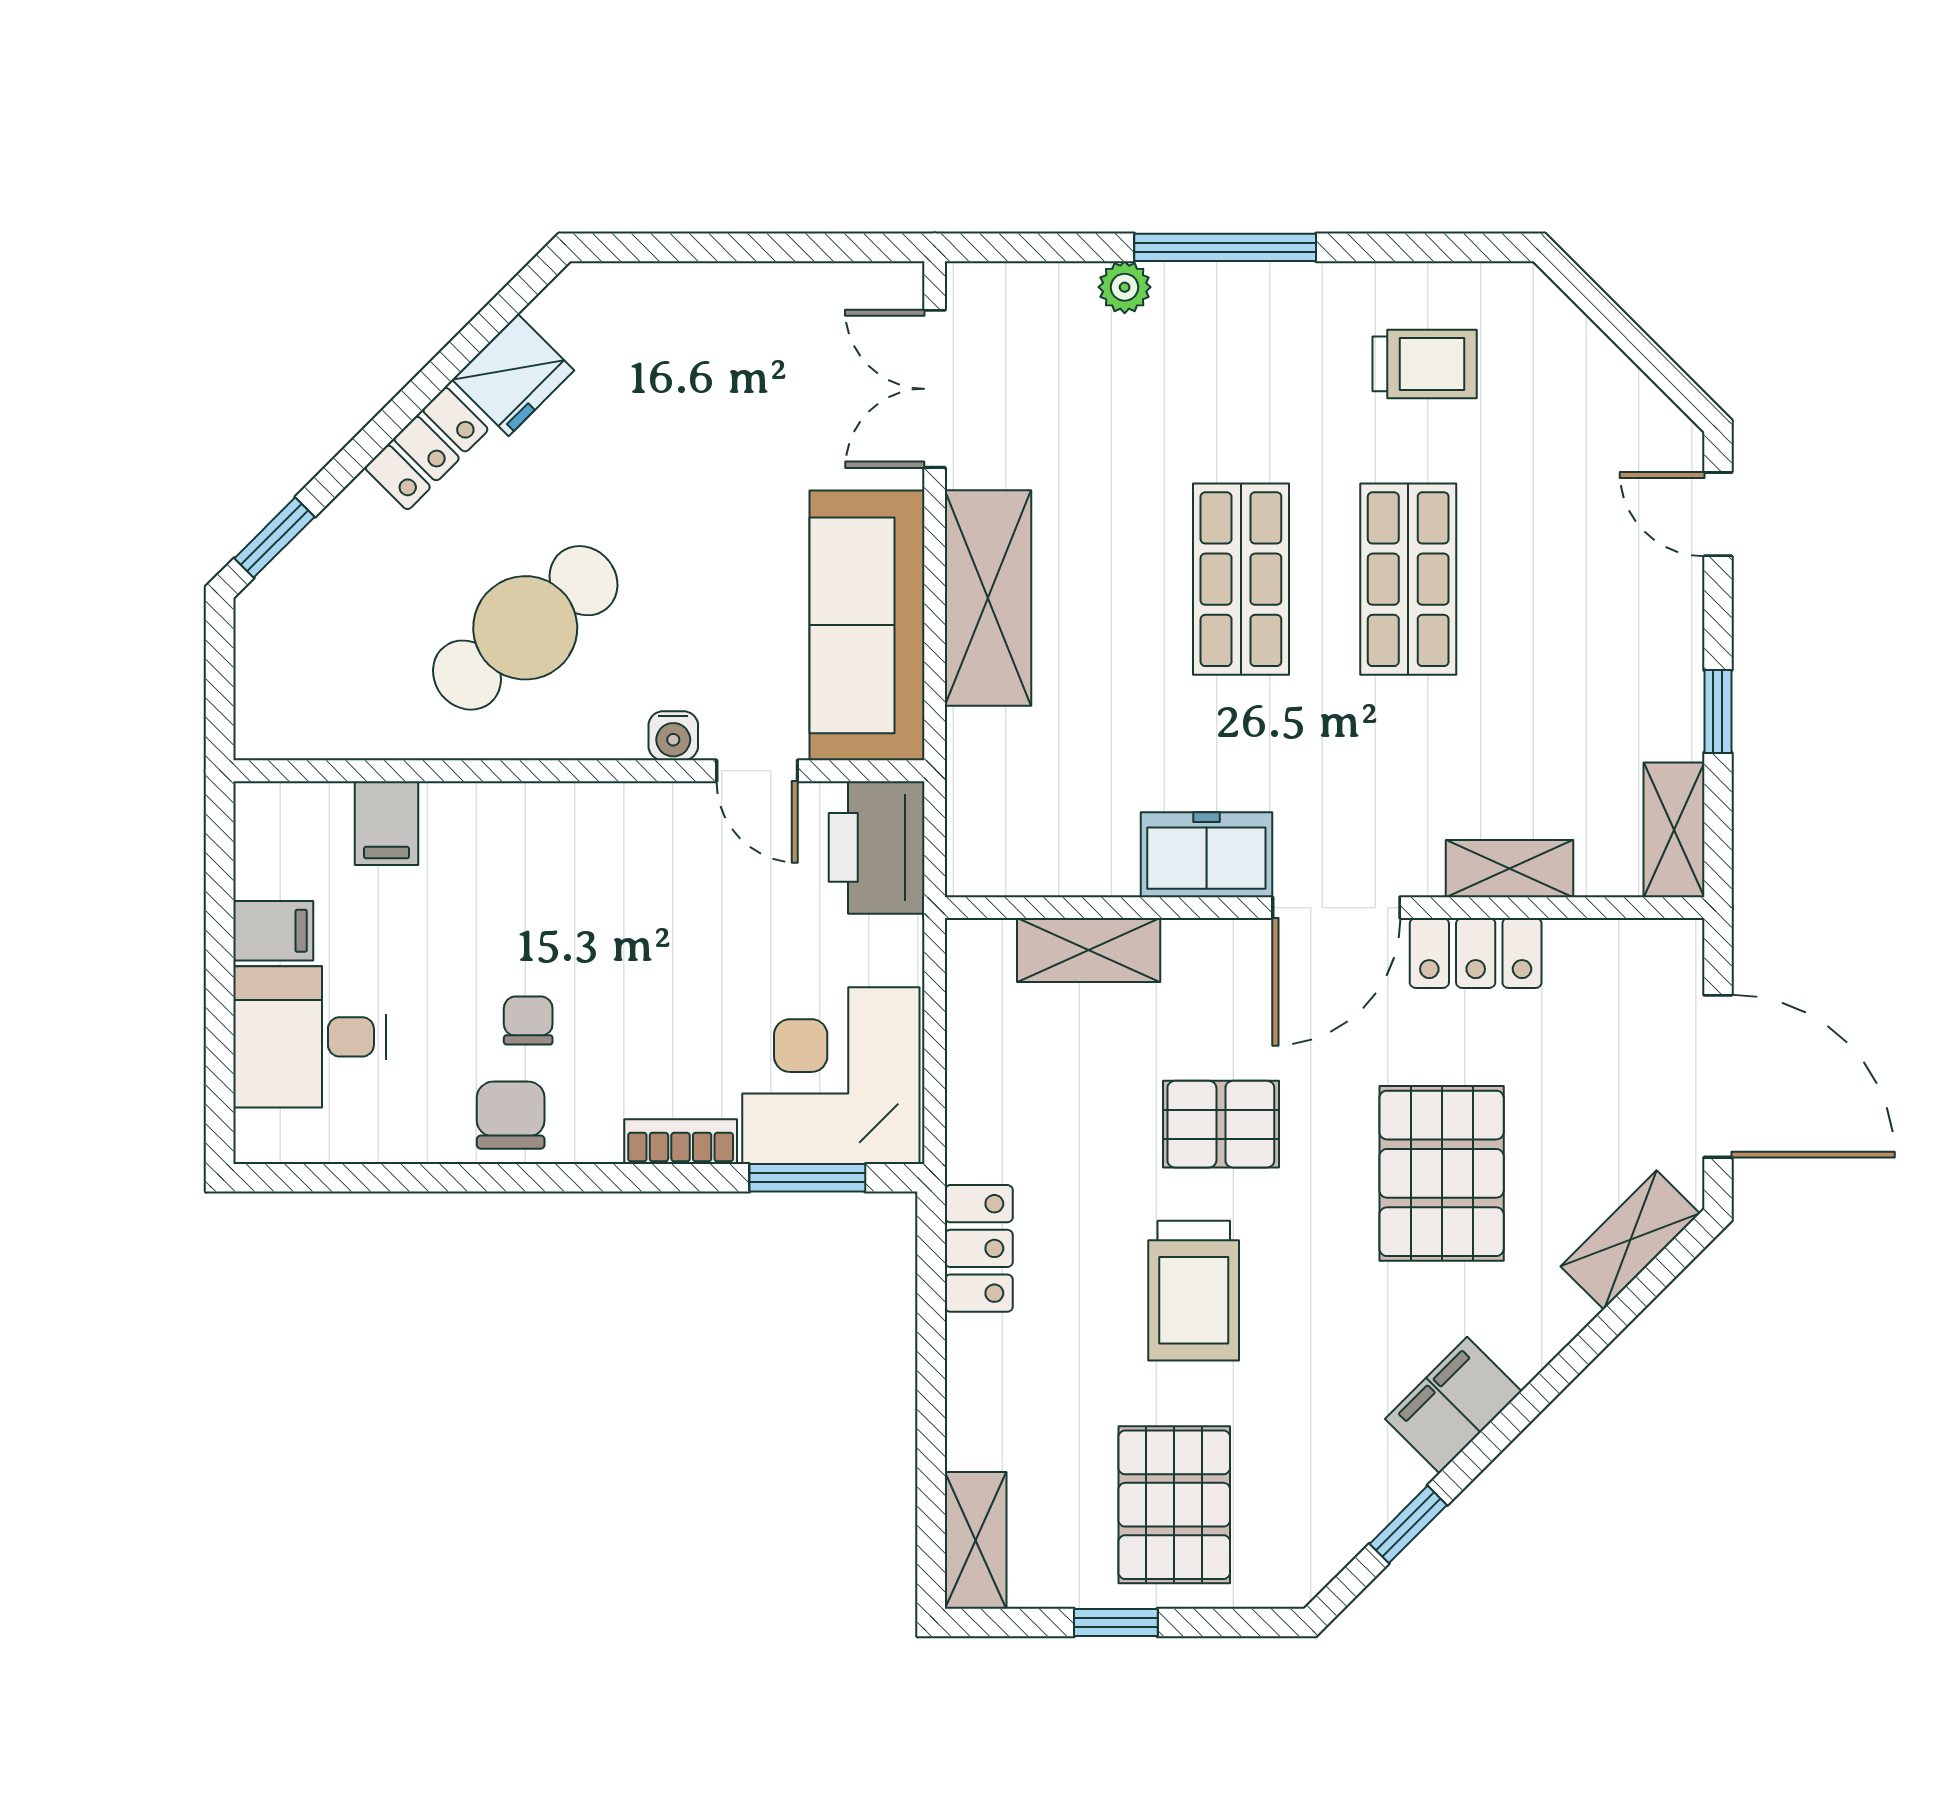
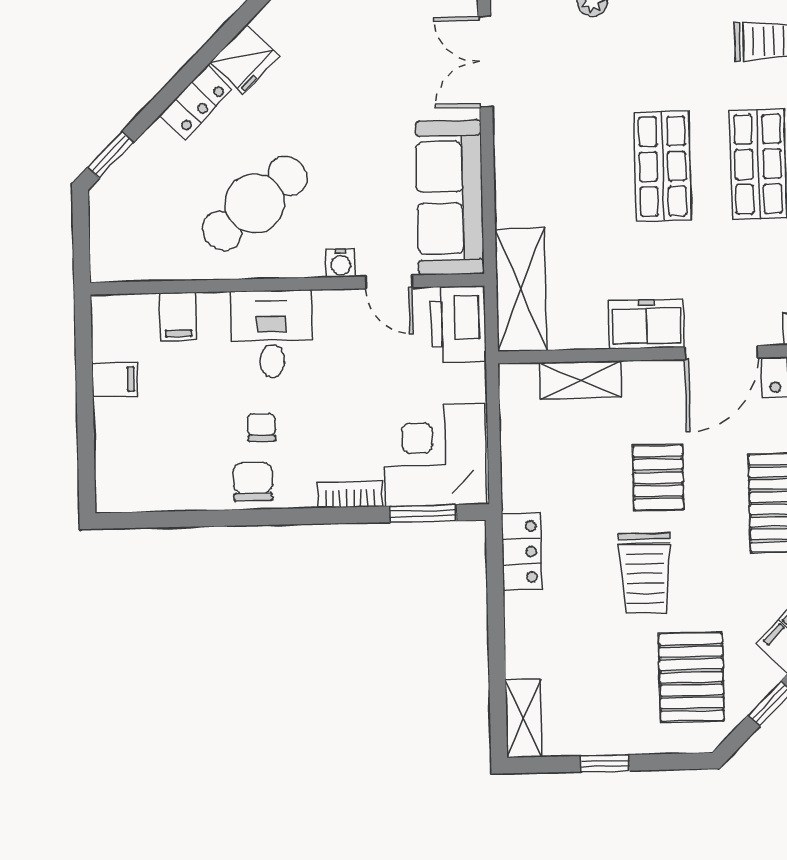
shelving: (988, 598) -> (521, 290), moved
desk: (310, 1037) -> (272, 334), moved, turned 90
pallet: (1221, 1124) -> (658, 478), turned 90
pallet: (1174, 1505) -> (691, 677), moved

